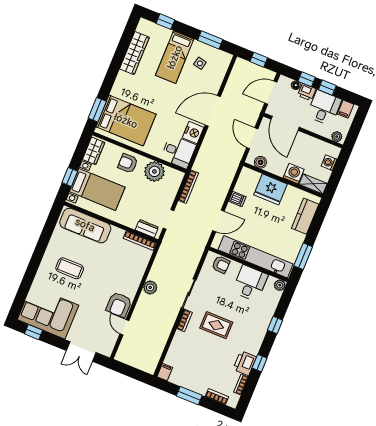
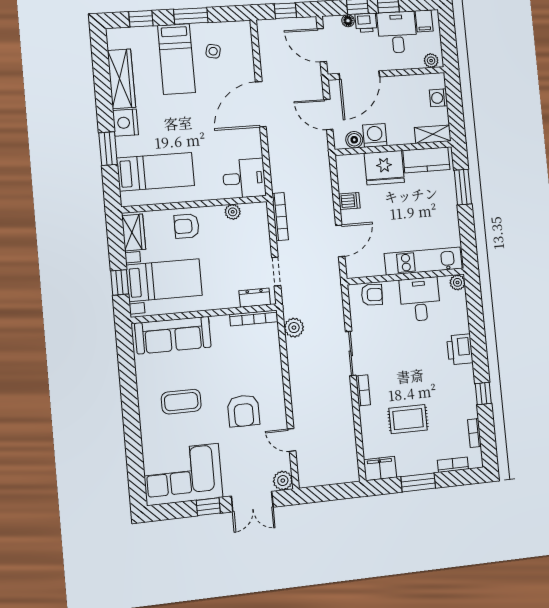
window: (210, 40) -> (191, 16), moved
door: (271, 93) -> (322, 45), hinge flipped
window: (97, 110) -> (108, 149), moved
bed: (126, 121) -> (156, 172), width x0.67
door: (285, 123) -> (359, 75), hinge flipped
nightstand: (193, 133) -> (125, 123), moved, turned 180
plant: (154, 171) -> (233, 212), width x0.53, depth x0.53
washing machine: (294, 174) -> (375, 135), moved
kitchen counter: (305, 216) -> (426, 160), moved, turned -90
window: (303, 256) -> (463, 187), moved
kitchen unit: (256, 257) -> (423, 261), width x0.73
plant: (150, 287) -> (294, 328), moved
armchair: (119, 305) -> (244, 411), moved
rug: (216, 325) -> (408, 419), moved
window: (275, 325) -> (477, 336), removed
window: (33, 332) -> (208, 507), moved
plant: (106, 349) -> (283, 481), added
printer: (245, 363) -> (460, 349), moved
filing cabinet: (165, 372) -> (380, 469), width x2.00

